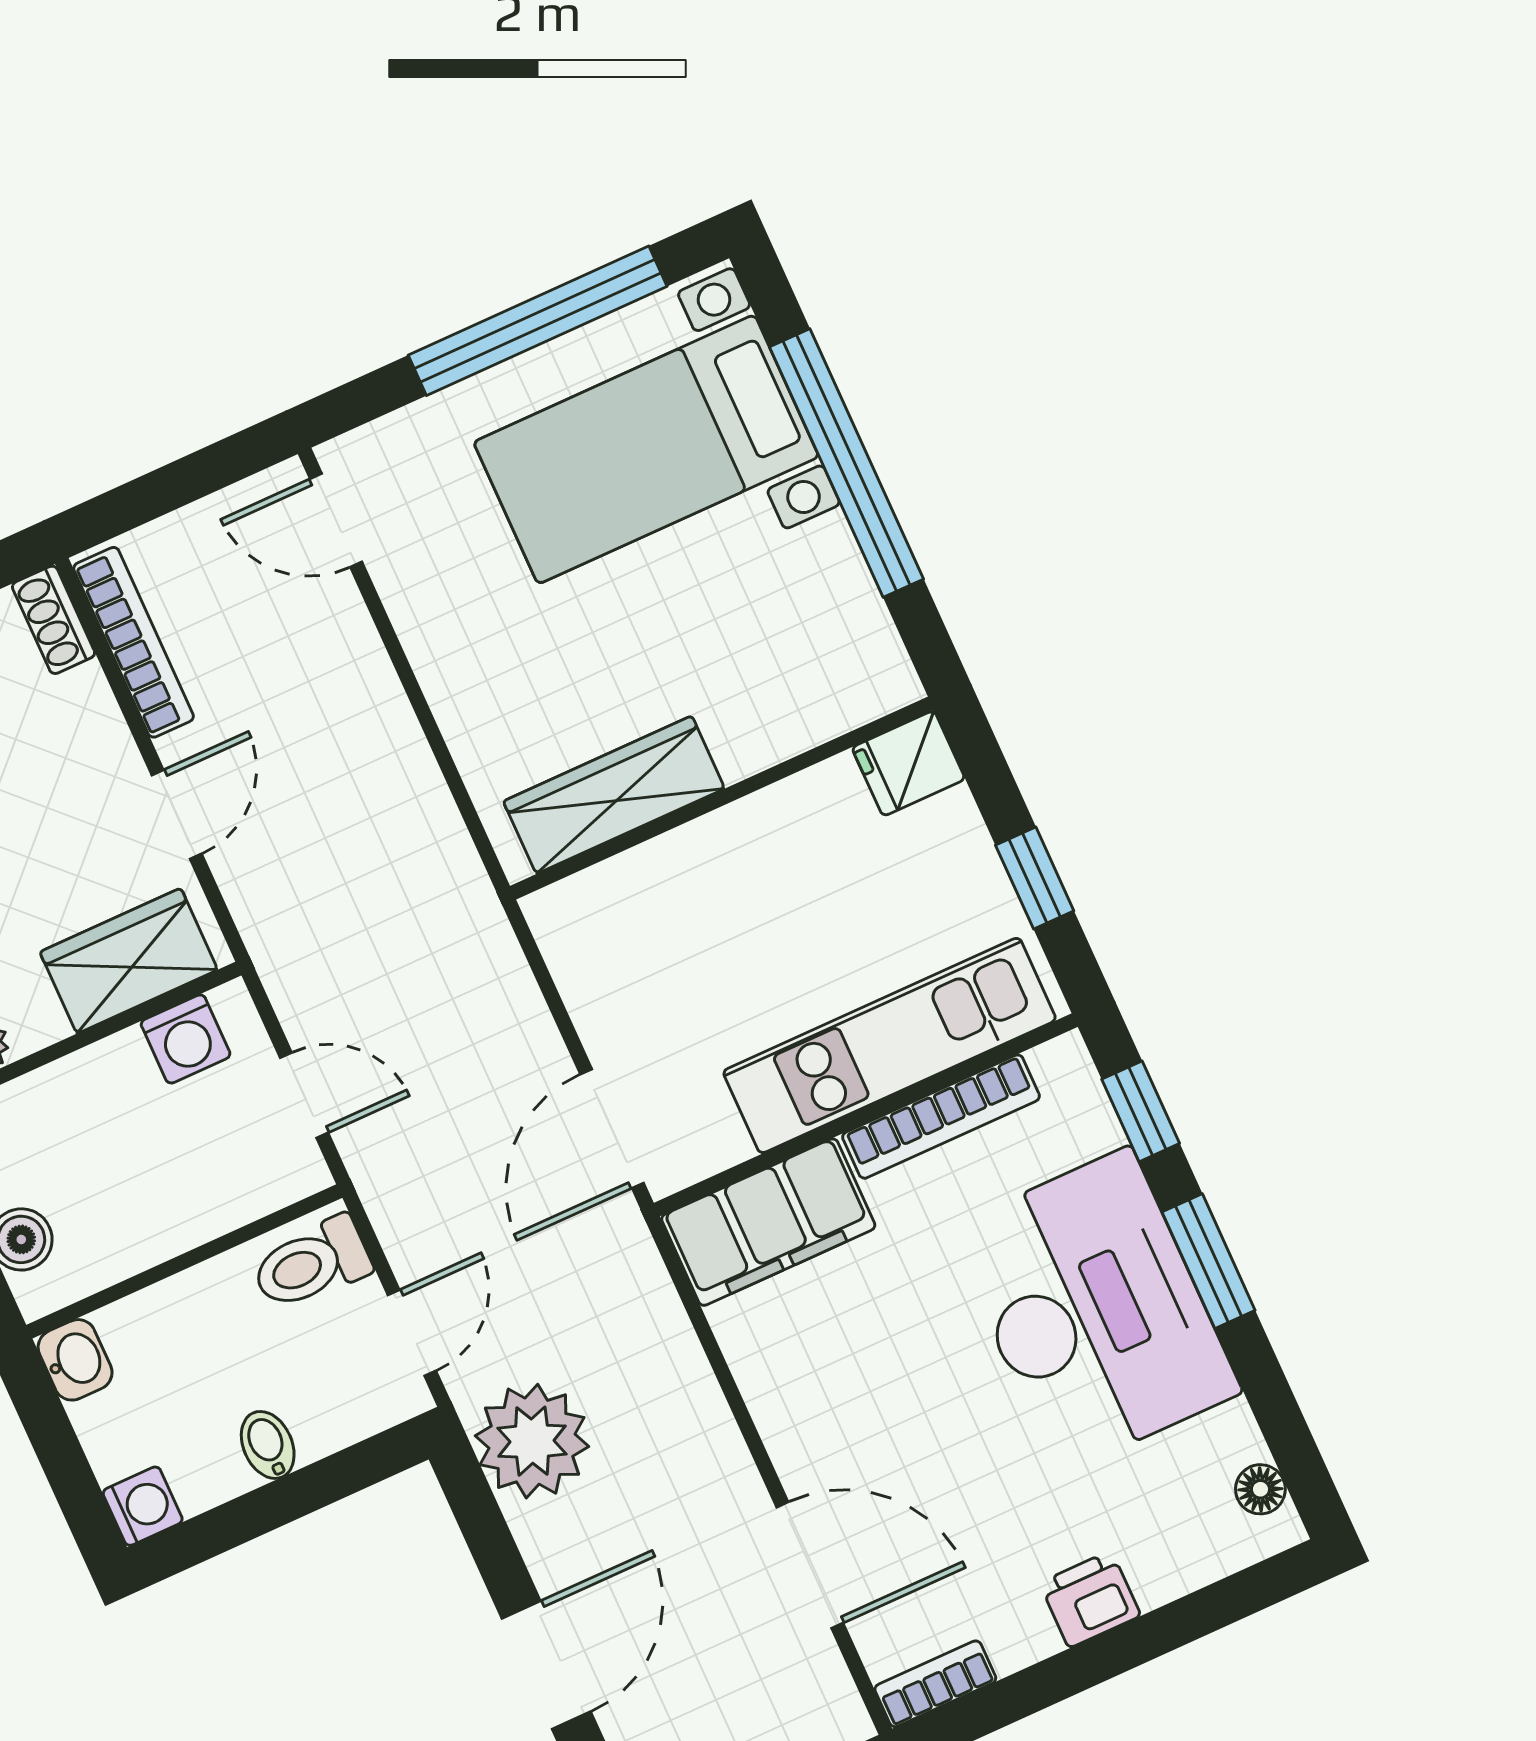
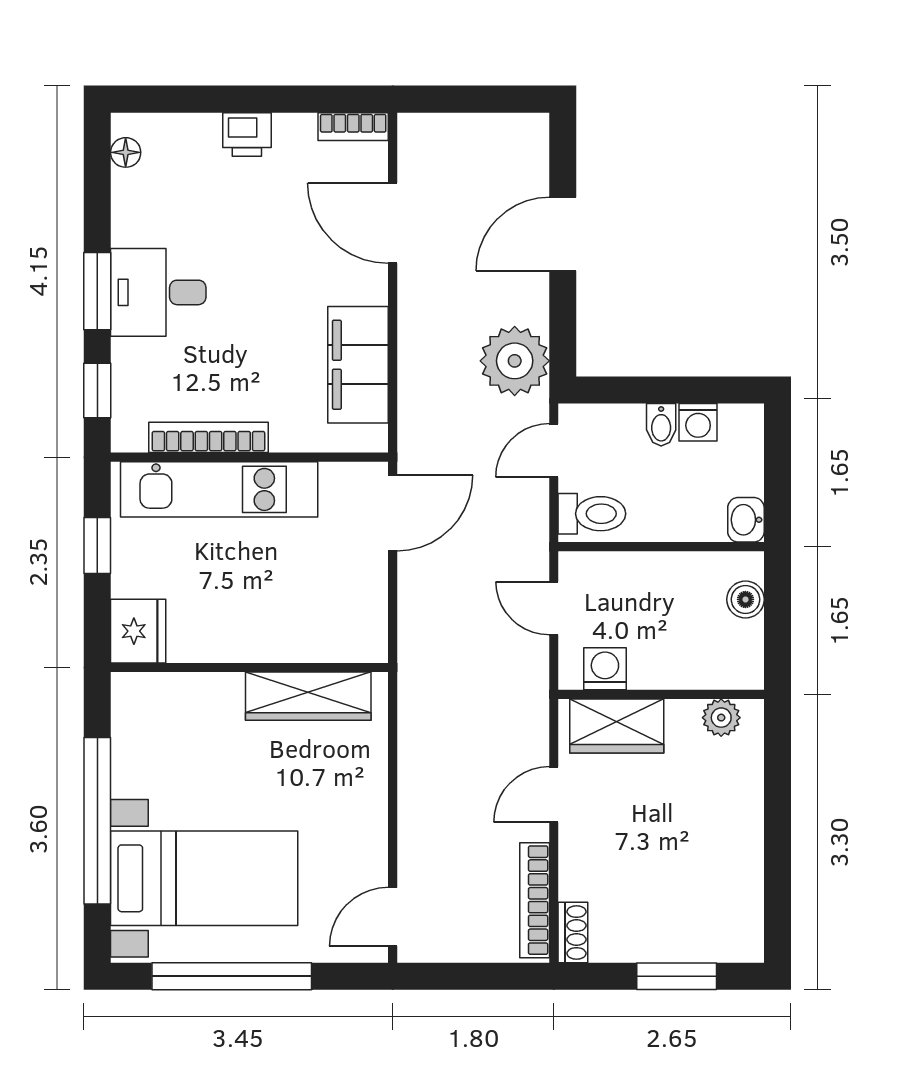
door: (336, 520) -> (393, 917), swing flipped
fridge: (908, 763) -> (138, 631), width x1.38
filing cabinet: (768, 1222) -> (358, 365), moved, turned -90
desk: (1094, 1310) -> (158, 292), width x0.53, depth x0.77
washing machine: (143, 1506) -> (698, 422), moved, turned -90

